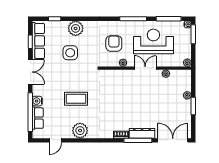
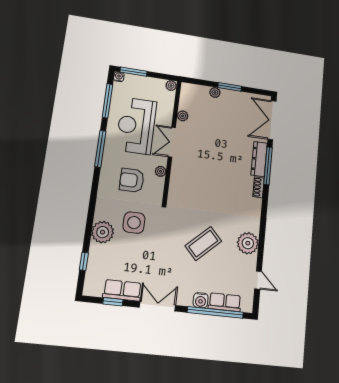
row of seats: (38, 41) -> (122, 290), width x0.68
side table: (70, 53) -> (134, 223), moved
coffee table: (76, 99) -> (203, 244), turned 47

